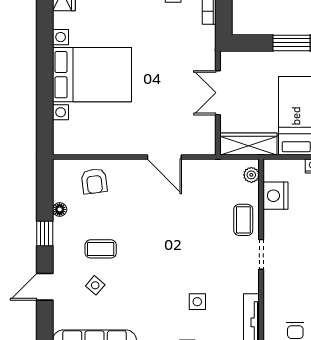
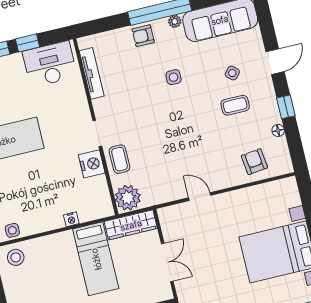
door: (164, 157) -> (200, 197), width x0.73
plant: (251, 175) -> (128, 198), width x1.88, depth x1.88
nightstand: (275, 196) -> (92, 164), moved
side table: (197, 302) -> (174, 77), moved

